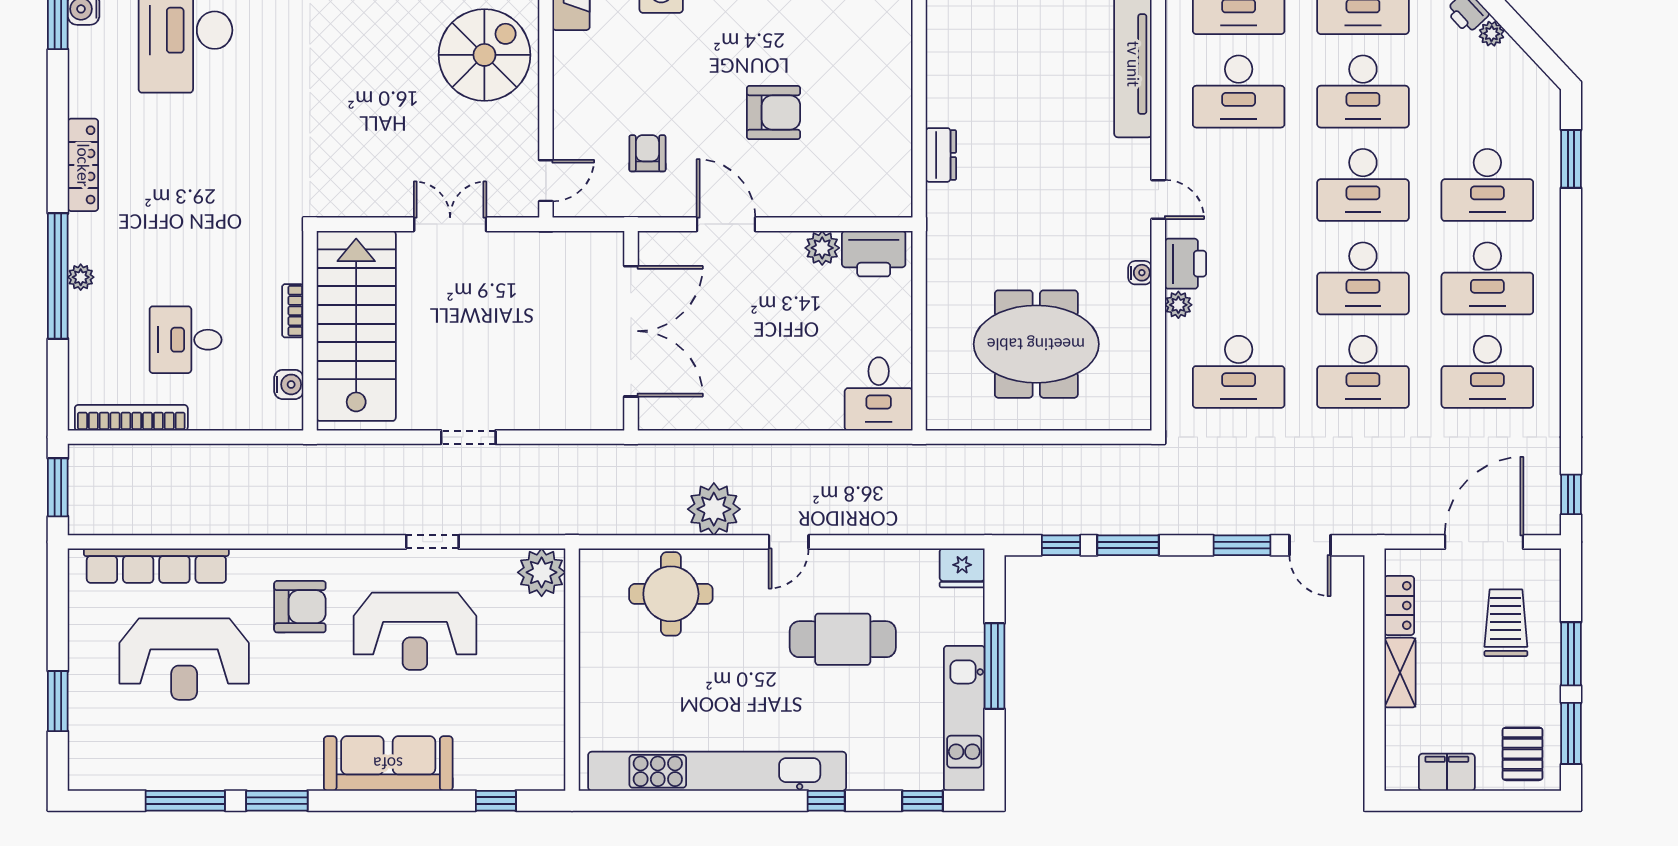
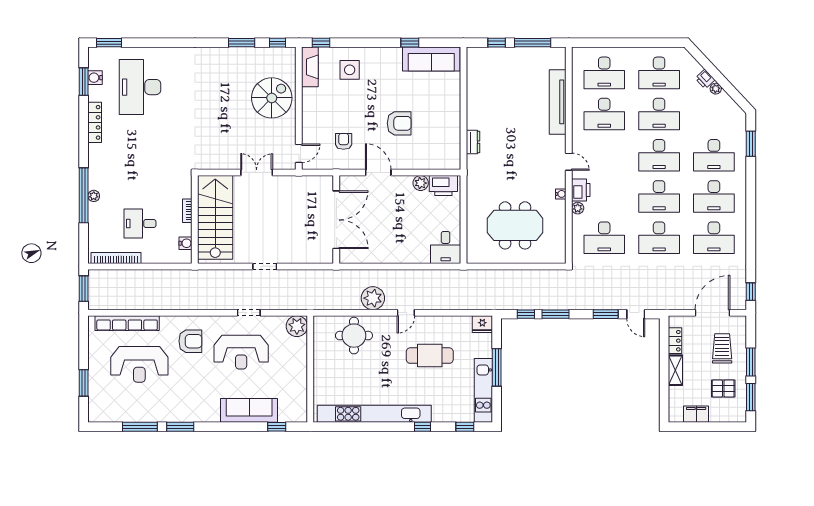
locker: (83, 165) -> (95, 122), moved
pallet: (1523, 754) -> (723, 388), moved, turned 90
sofa: (388, 763) -> (249, 410), moved

